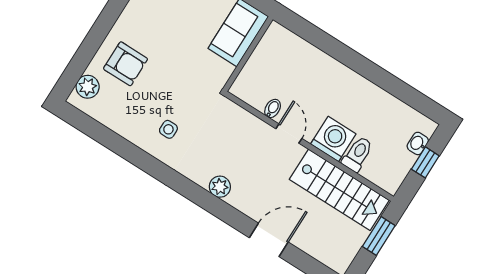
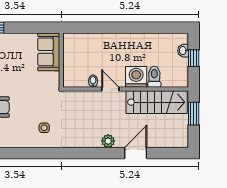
plant: (220, 187) -> (108, 141), moved

